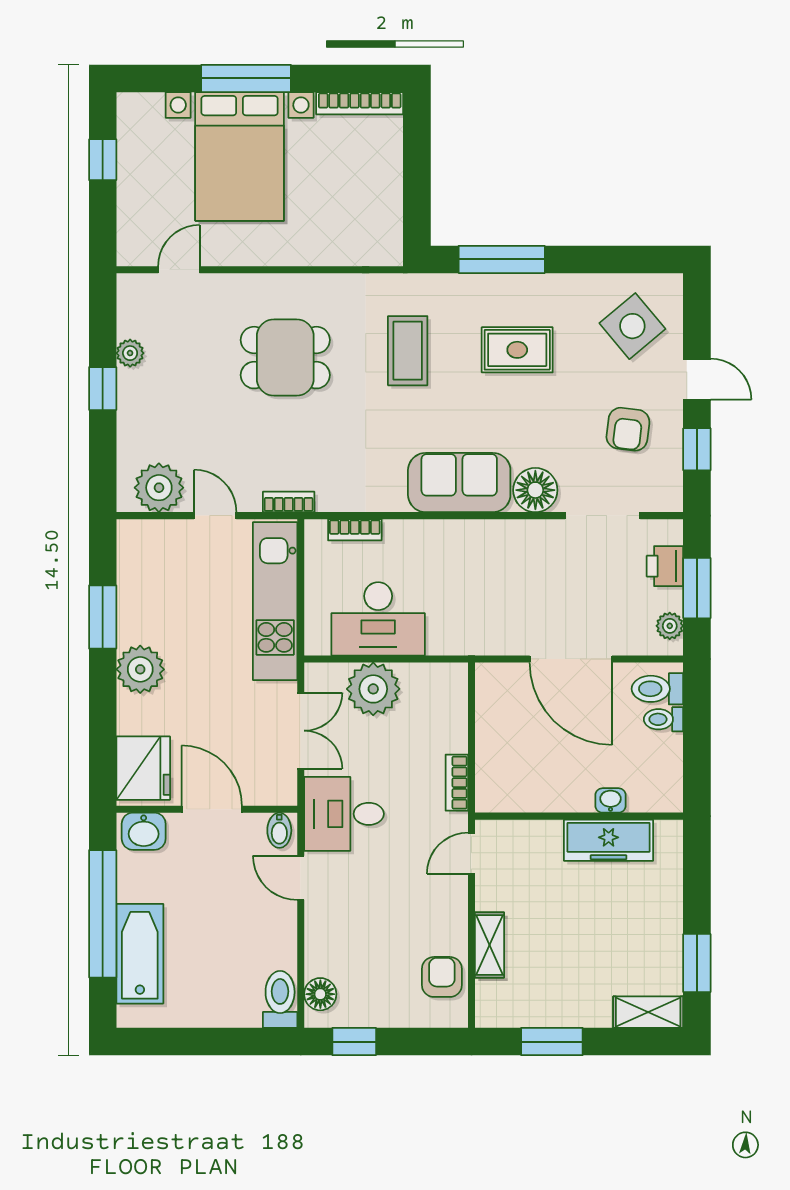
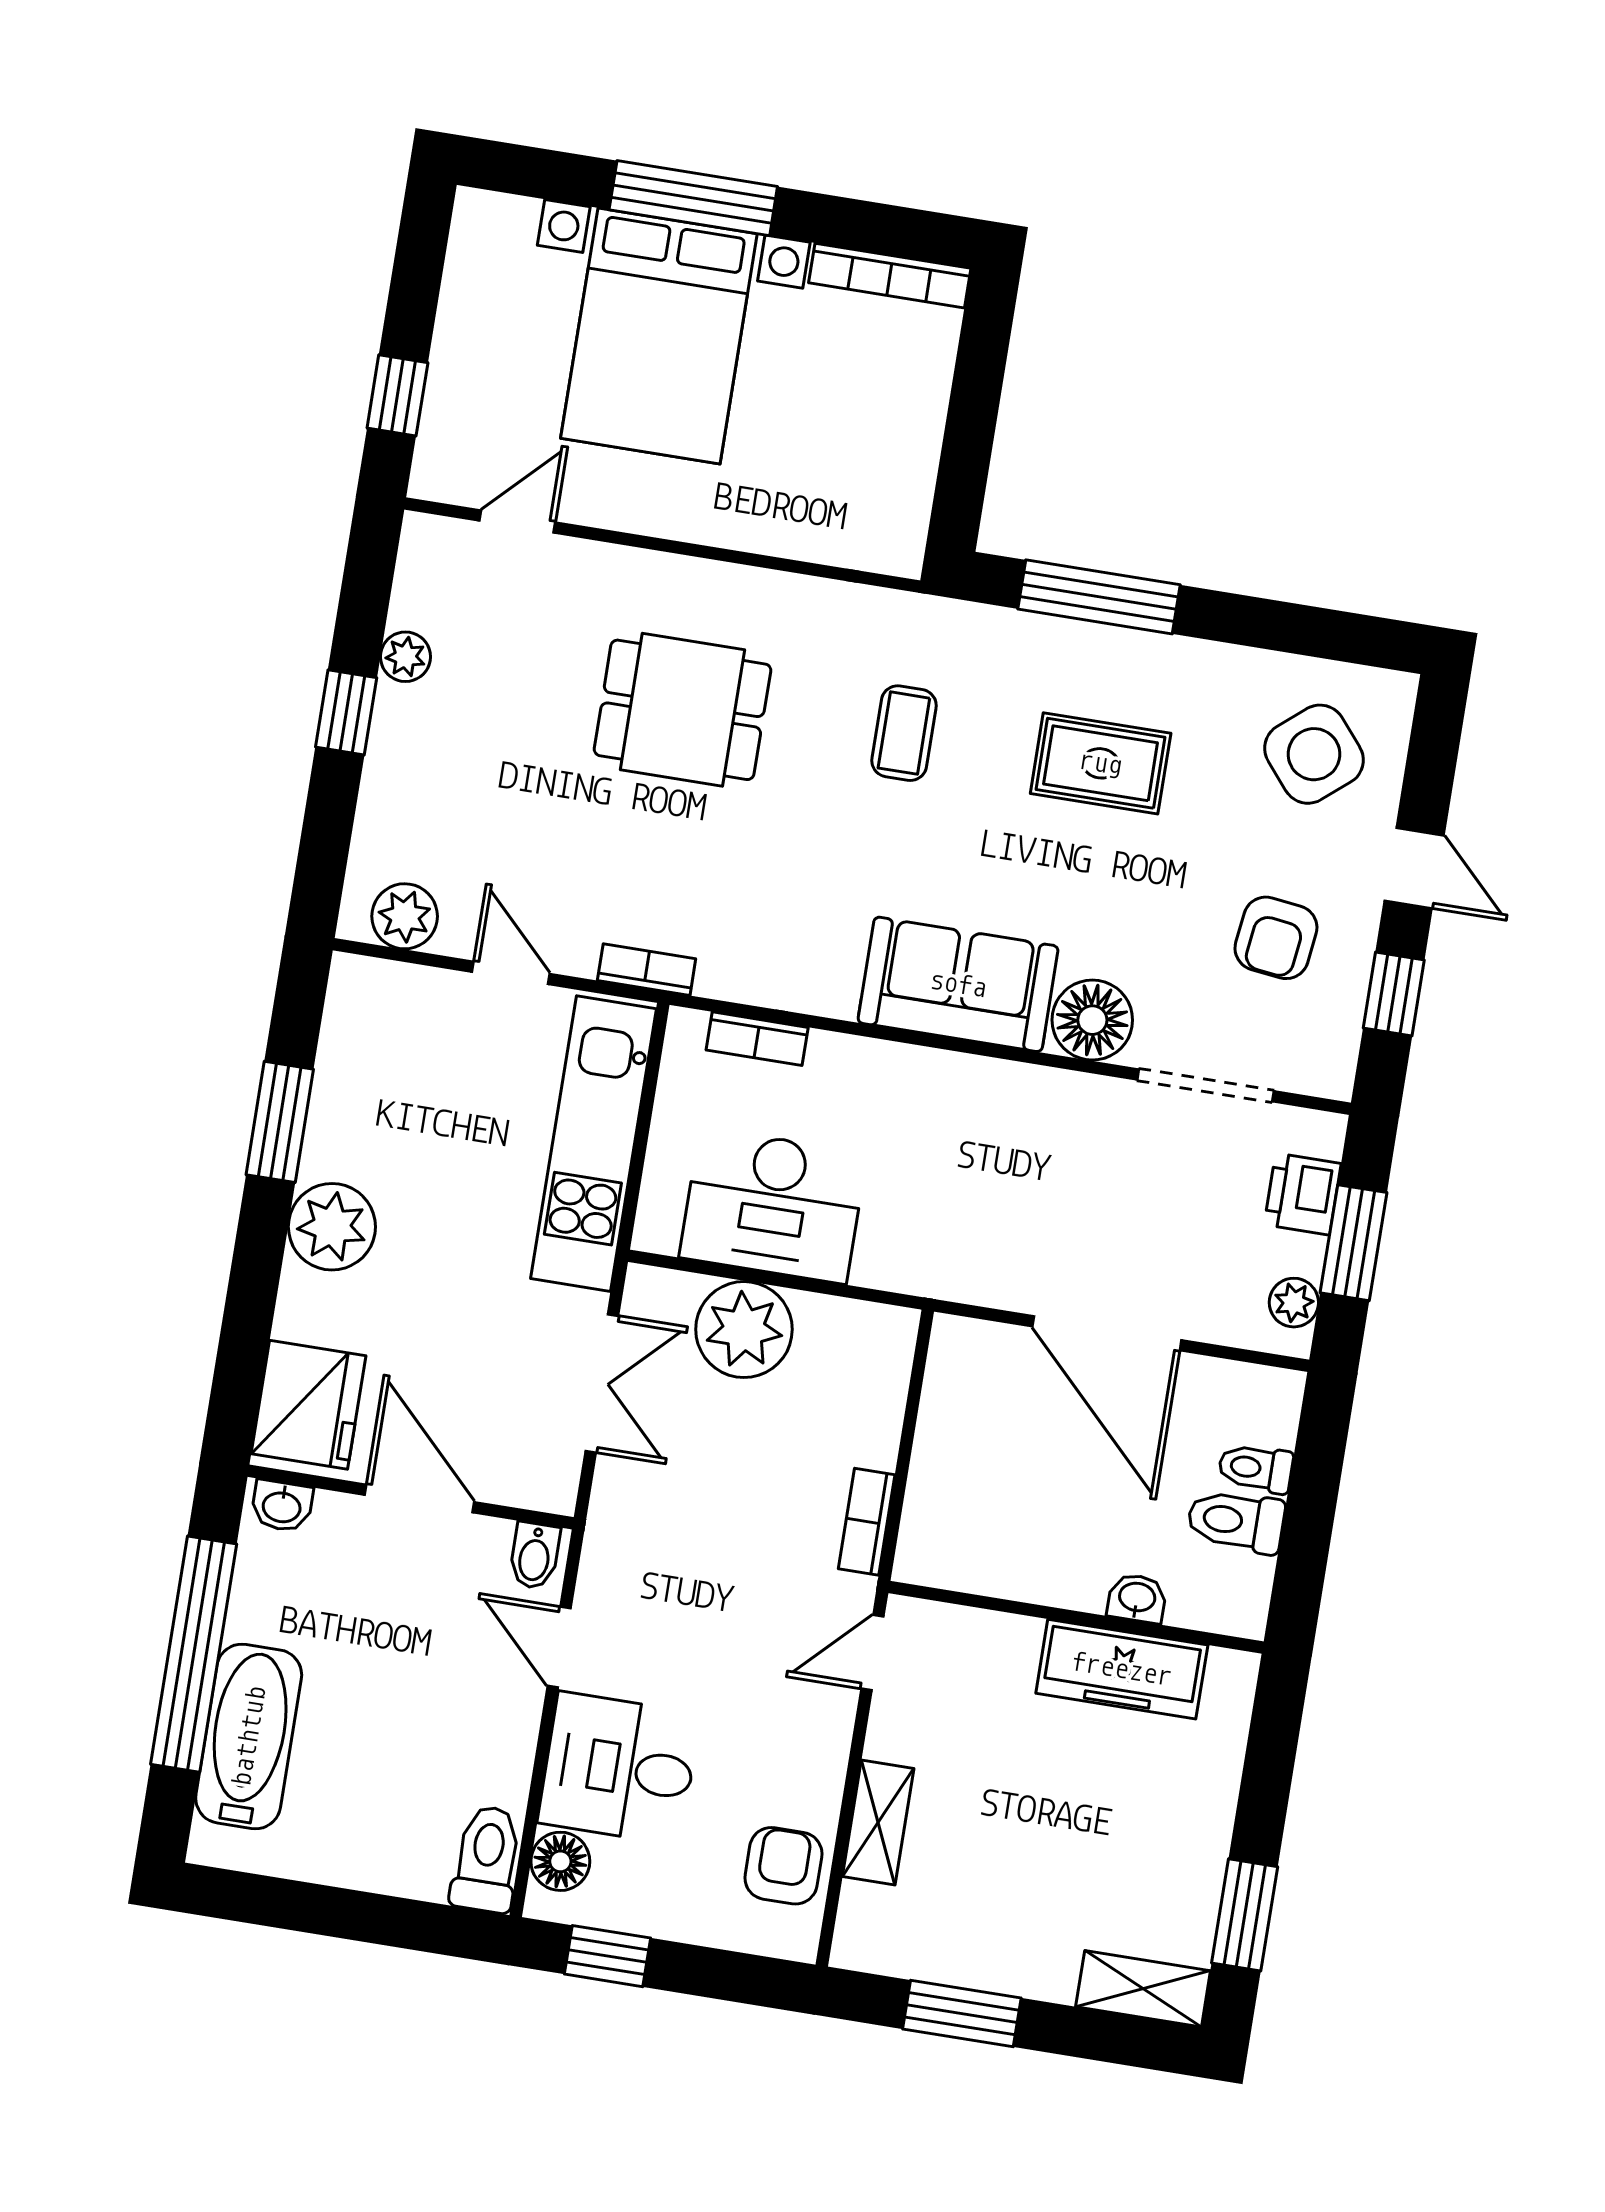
window: (103, 160) -> (397, 395), moved
coffee table: (408, 351) -> (904, 733), width x0.73, depth x0.77
plant: (159, 488) -> (405, 916), width x0.73, depth x0.73
toilet: (657, 689) -> (1236, 1521), moved
desk: (344, 814) -> (619, 1768), moved
washbasin: (144, 831) -> (282, 1506), width x0.72, depth x0.69

